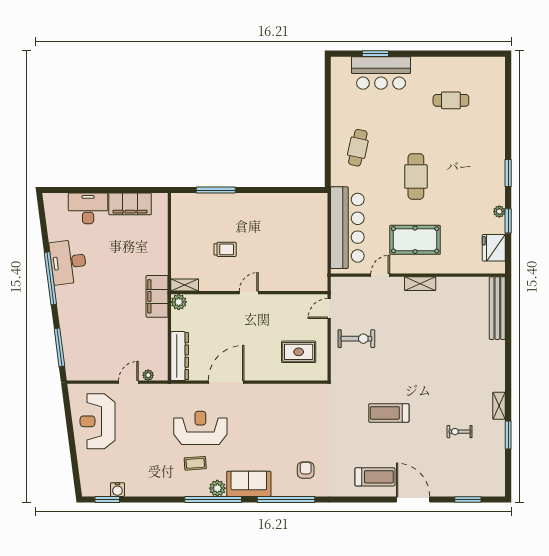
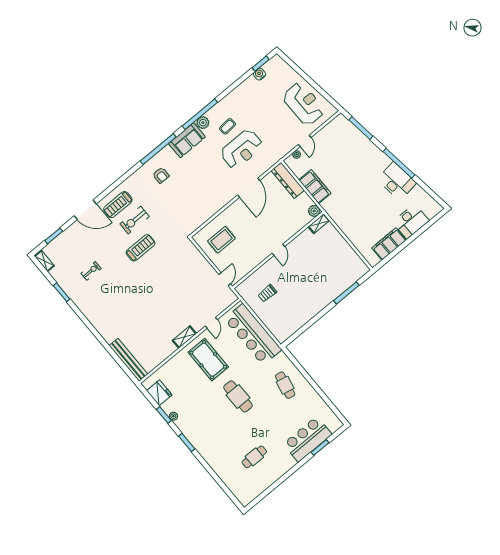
pool table: (415, 240) -> (208, 360), turned 90
trolley: (225, 249) -> (267, 293), moved
filing cabinet: (157, 296) -> (315, 187), moved
exercise bike: (356, 339) -> (135, 220), moved
shelving: (499, 406) -> (44, 261), moved

